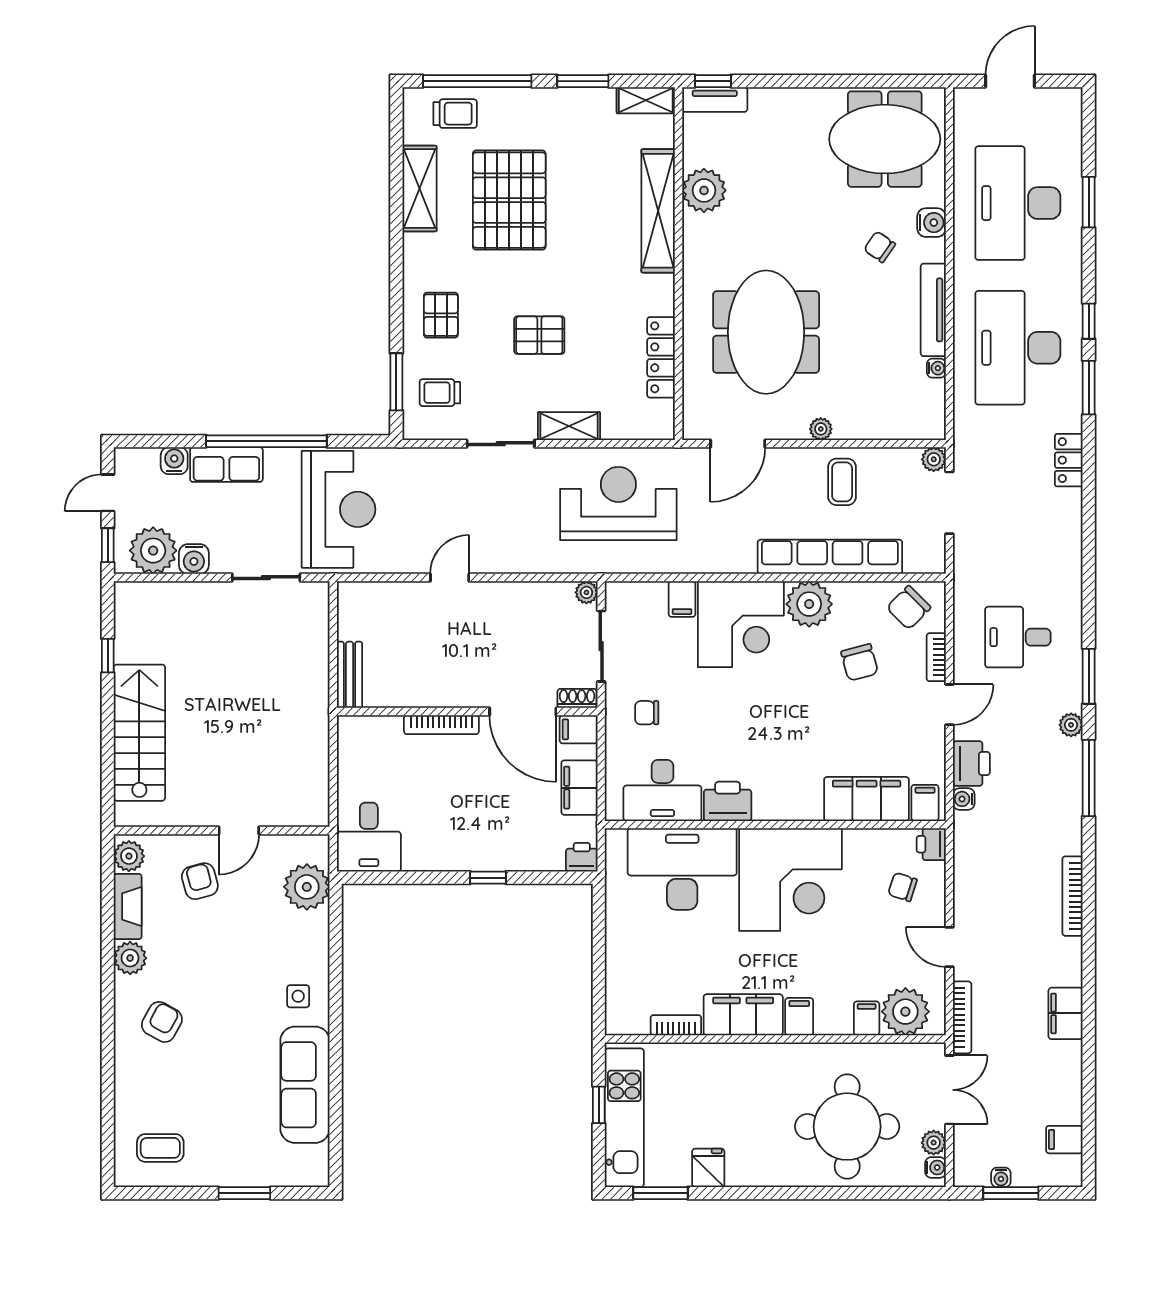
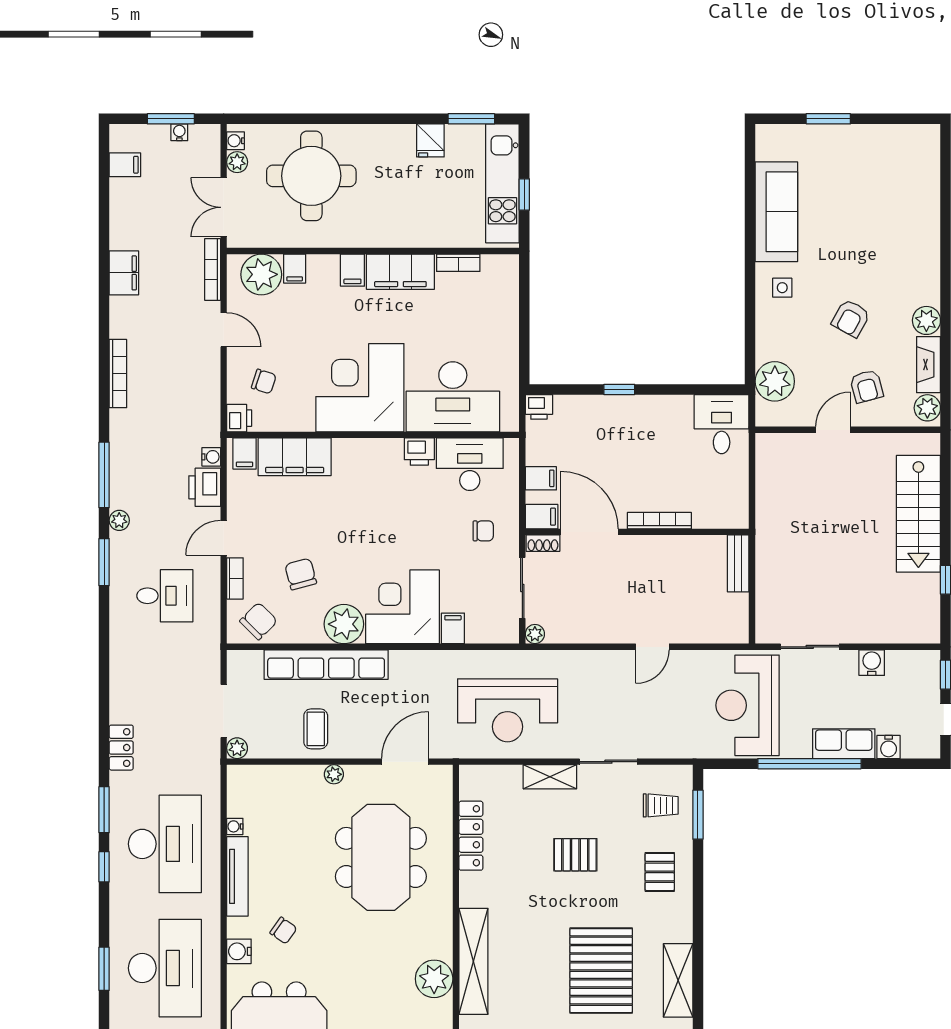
plant: (153, 551) -> (907, 670), removed
filing cabinet: (579, 788) -> (541, 478), width x0.50
printer: (728, 801) -> (419, 452), width x0.73, depth x0.81
armchair: (162, 1022) -> (851, 318), moved
coffee table: (160, 1148) -> (900, 158), removed

